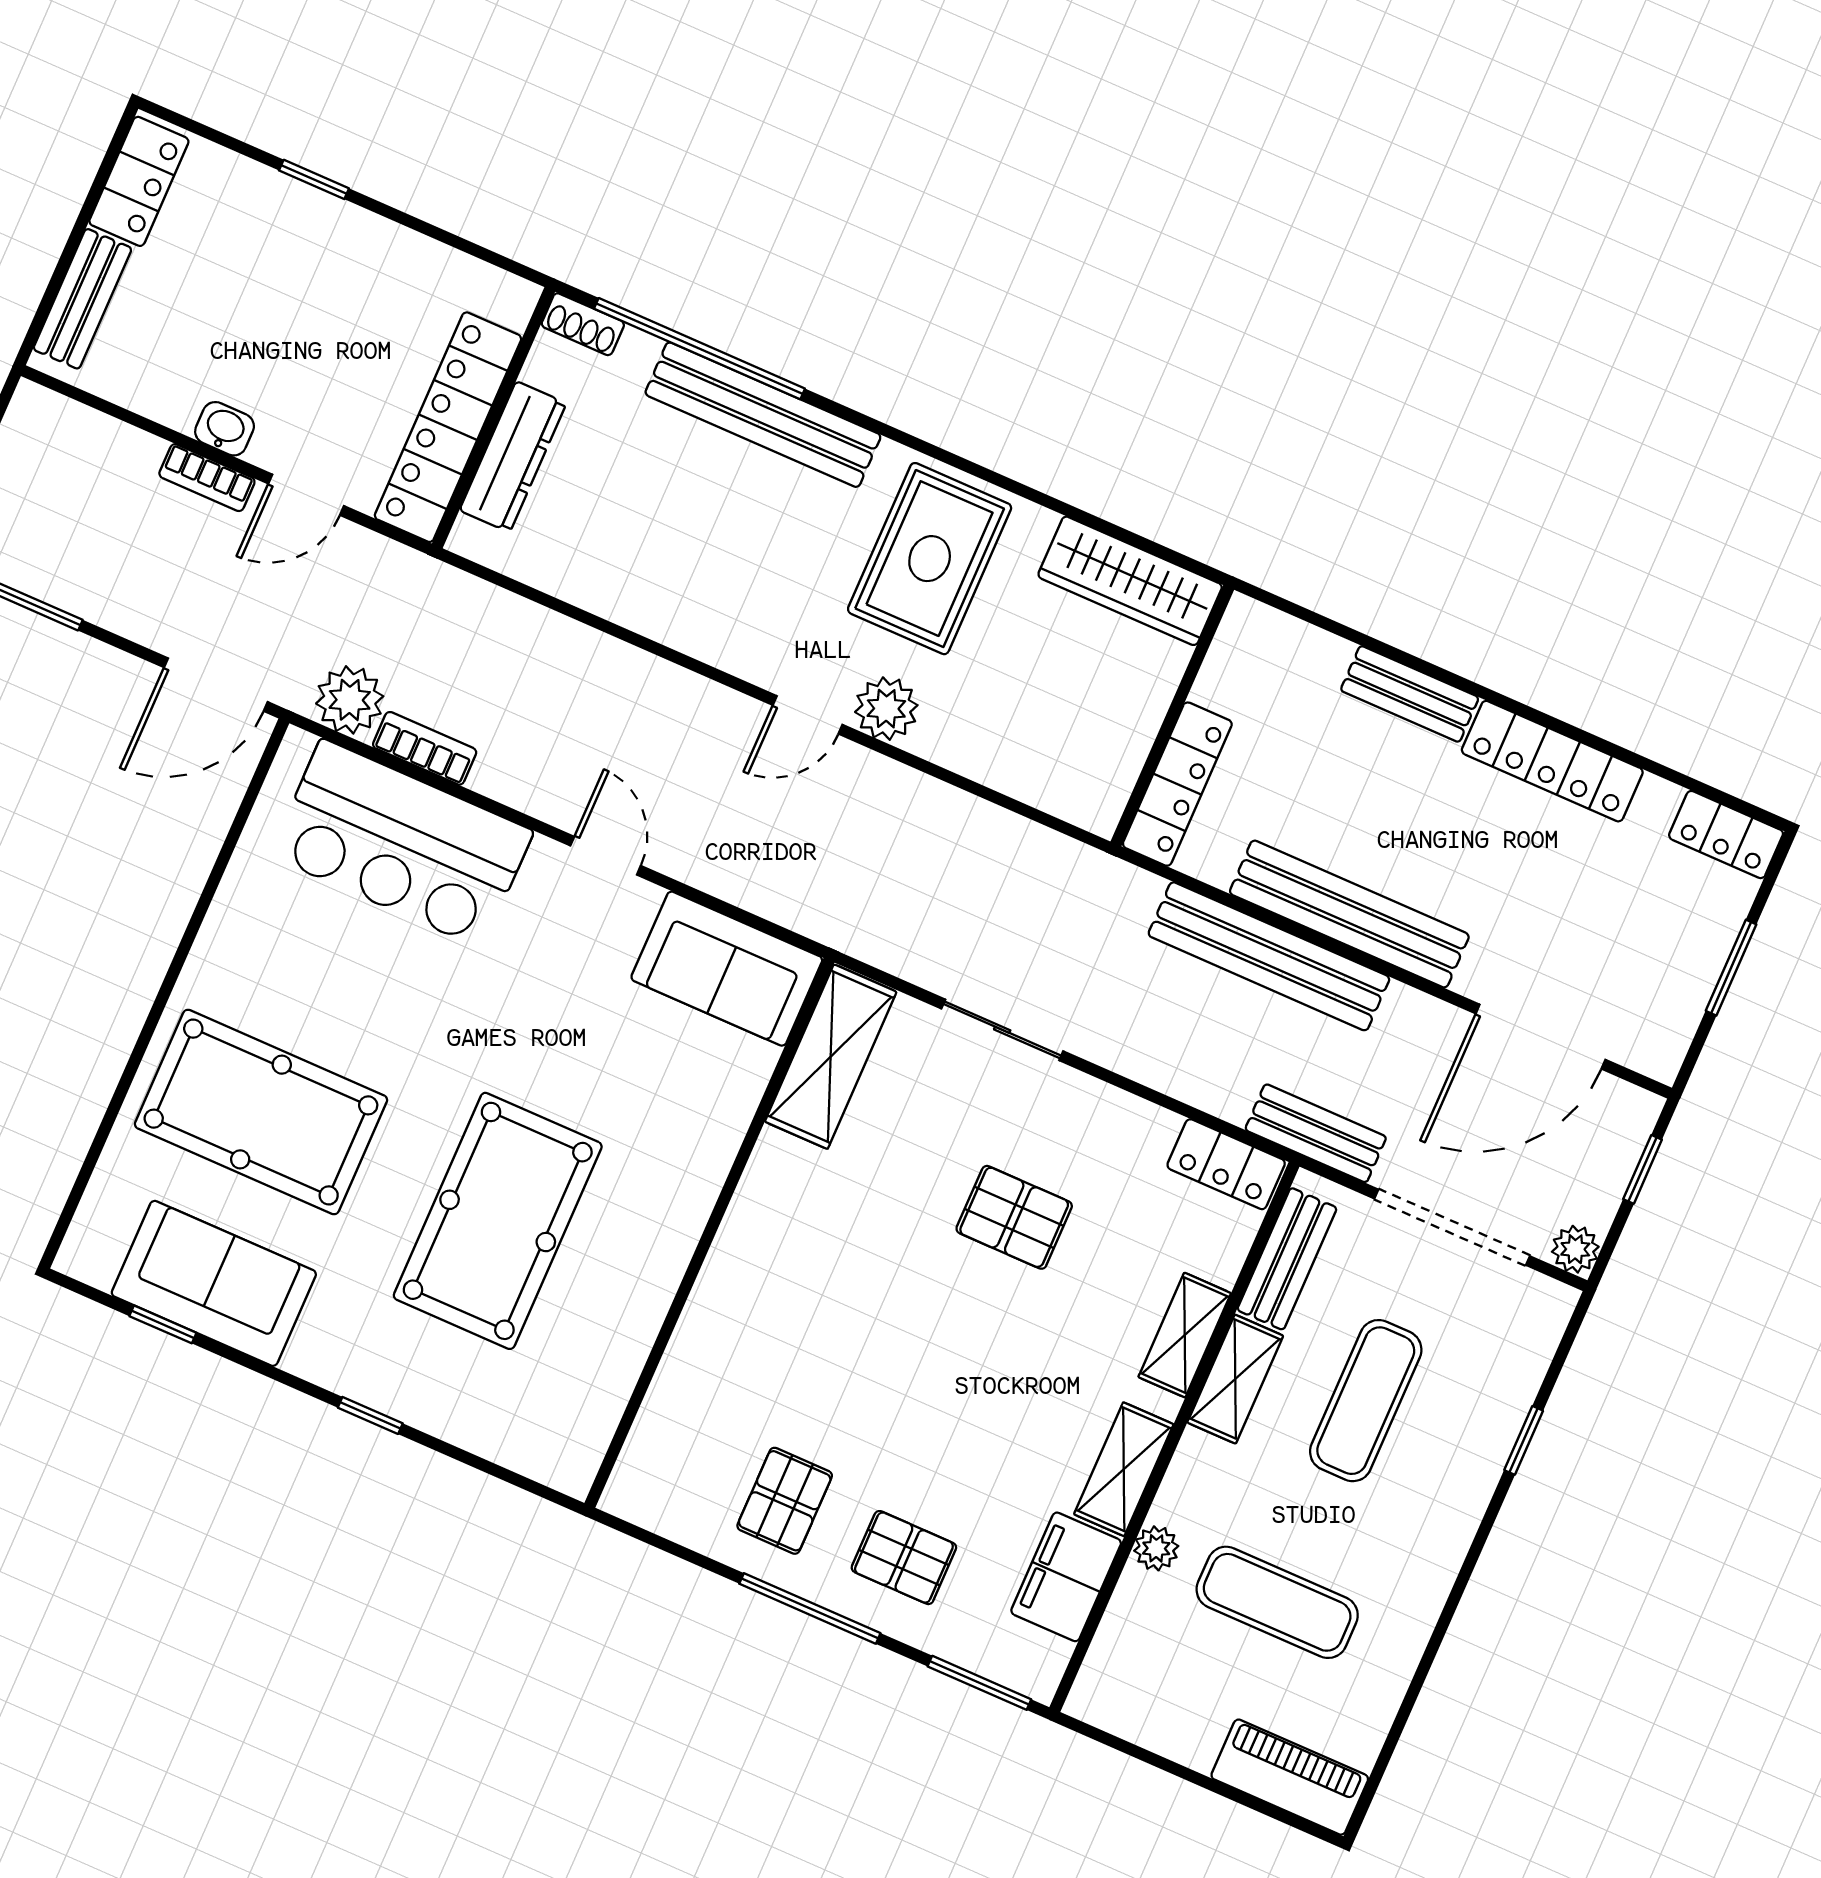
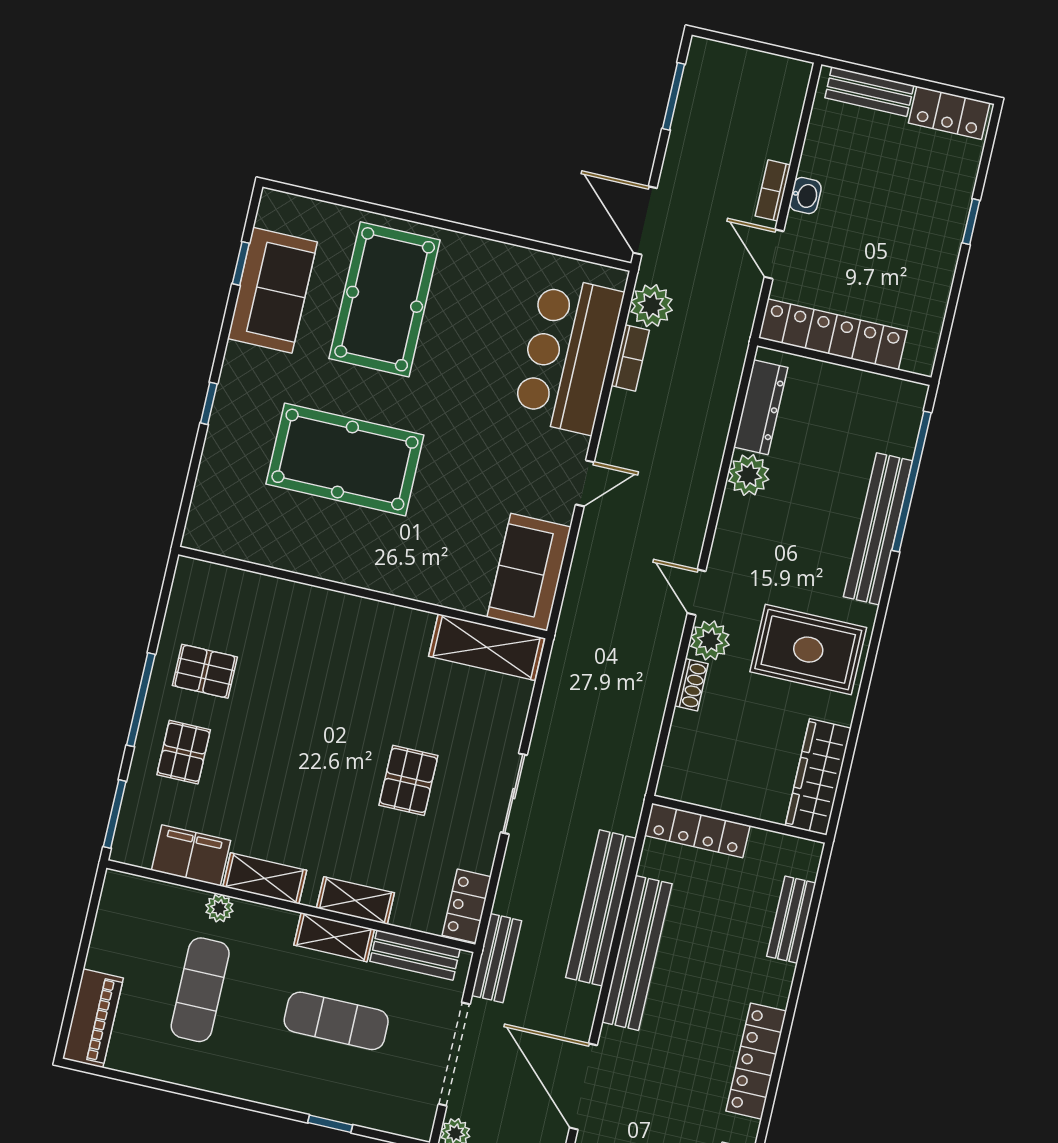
shoe rack: (583, 324) -> (691, 685), moved, turned 180
dresser: (513, 457) -> (761, 407), moved, turned -90
plant: (641, 599) -> (749, 475), added
bench: (1410, 694) -> (791, 920), moved
sliding door: (1002, 1030) -> (514, 794), moved

